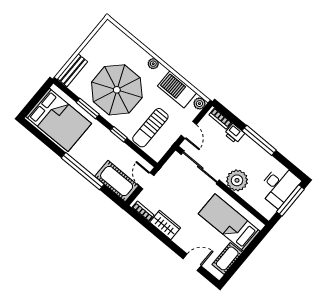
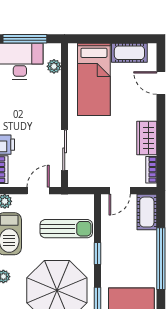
sliding door: (200, 167) -> (65, 150), width x0.73
plant: (237, 180) -> (54, 66), moved, width x0.53, depth x0.53
cot: (117, 181) -> (147, 212), width x0.73, depth x0.75

